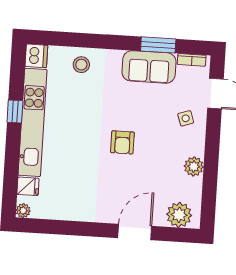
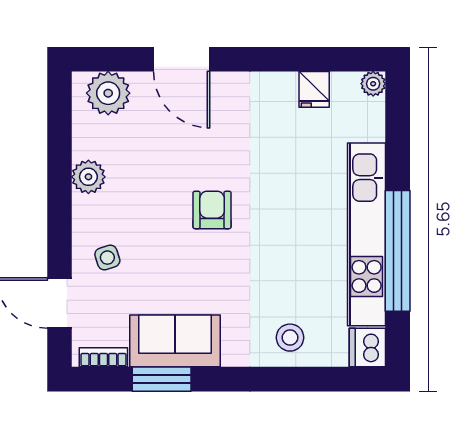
window: (15, 111) -> (398, 251), width x3.17
fridge: (28, 186) -> (314, 89), moved, turned -90
door: (135, 232) -> (182, 59), hinge flipped

